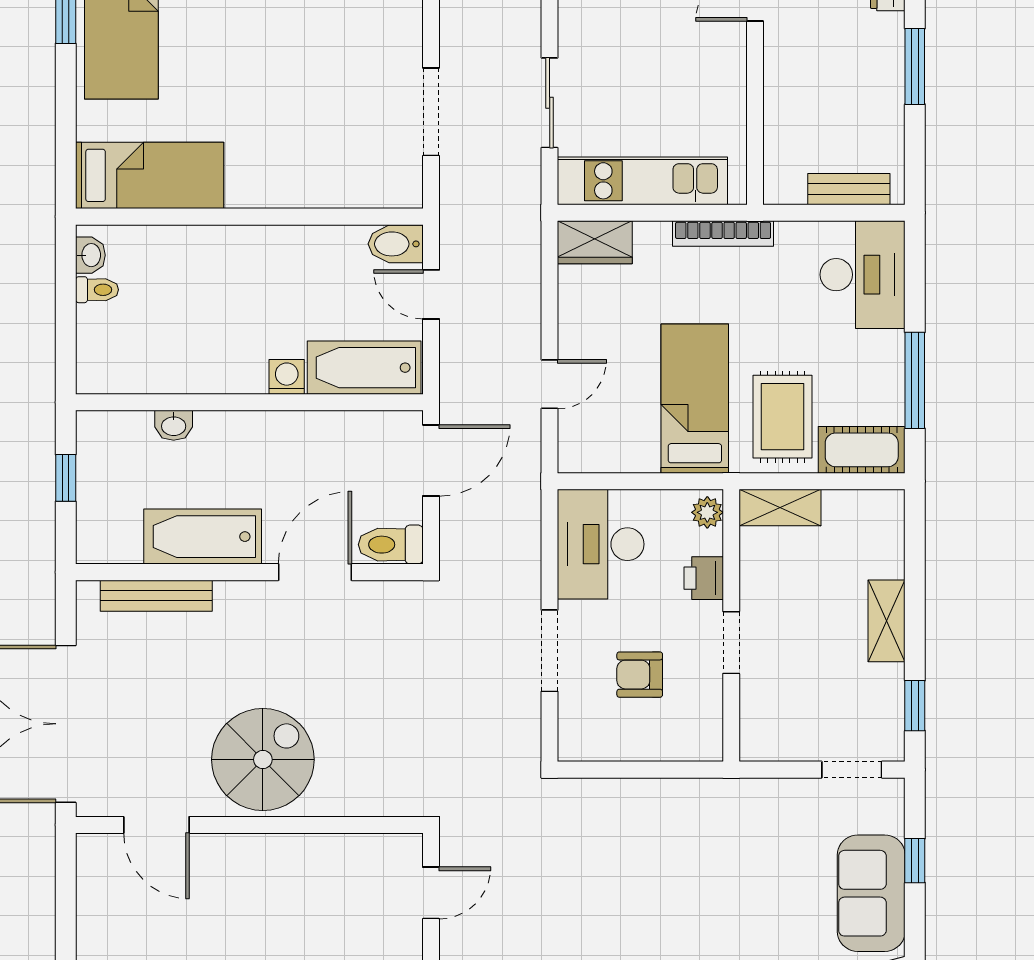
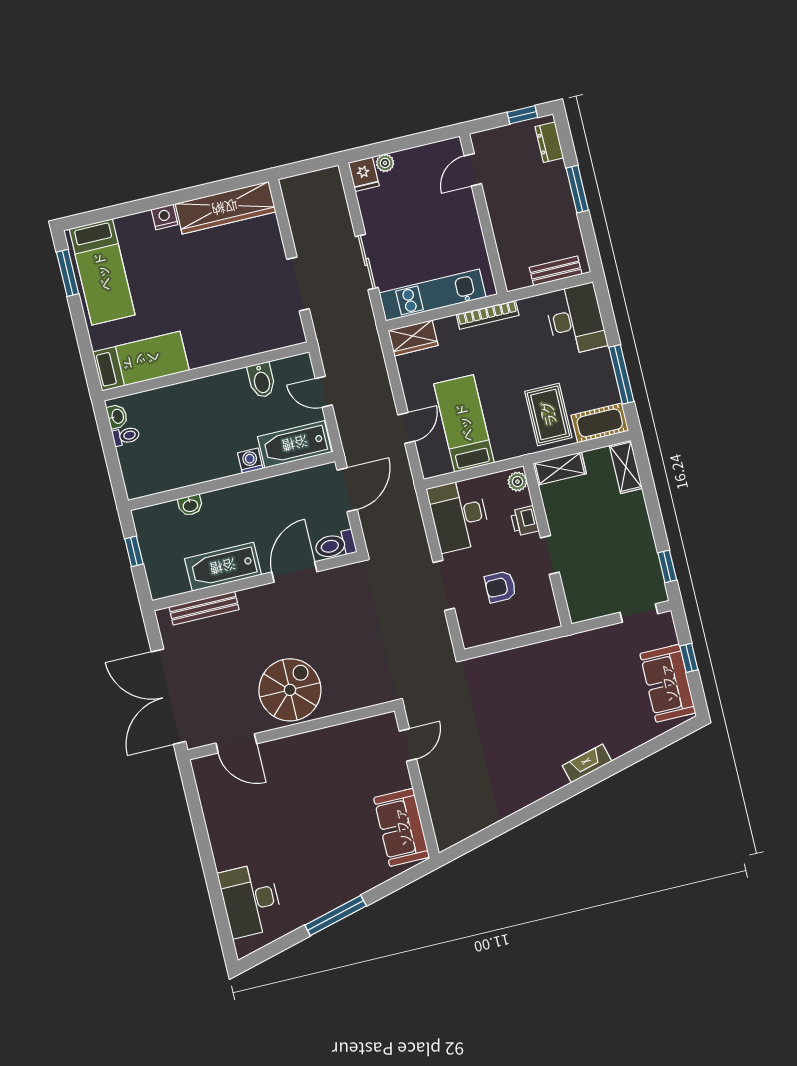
bidet: (396, 244) -> (261, 380), moved, turned -90
bed: (695, 399) -> (464, 423), moved
shelving: (887, 621) -> (626, 467), moved

